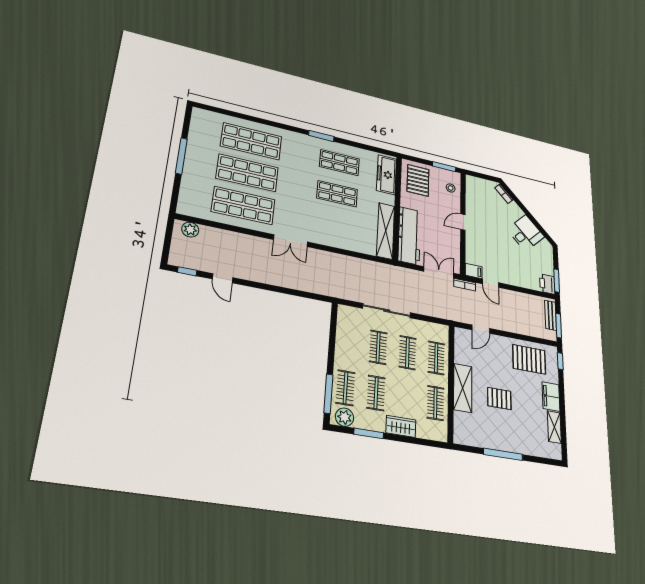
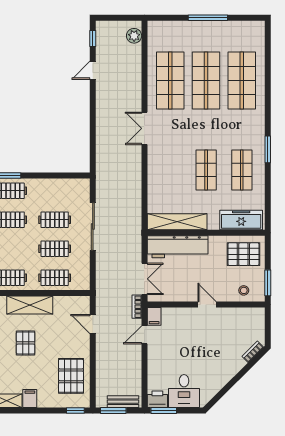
desk: (526, 233) -> (184, 391), moved, turned 45
filing cabinet: (551, 397) -> (30, 399), width x0.50

